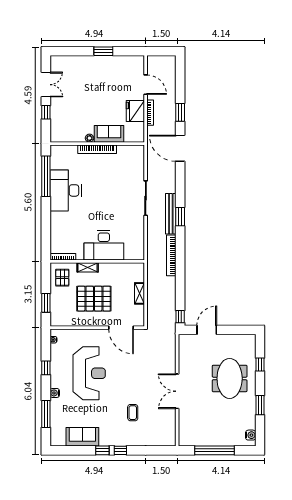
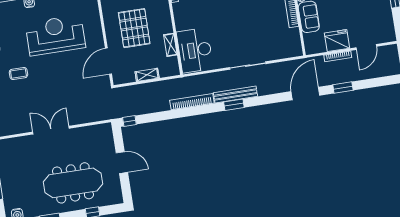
desk: (104, 245) -> (195, 50), moved
shelving: (88, 267) -> (170, 45), moved
door: (207, 330) -> (122, 163), moved
reception desk: (89, 373) -> (55, 35), turned 180
meeting table: (230, 378) -> (73, 183), width x1.36
coffee table: (133, 413) -> (18, 73), moved

